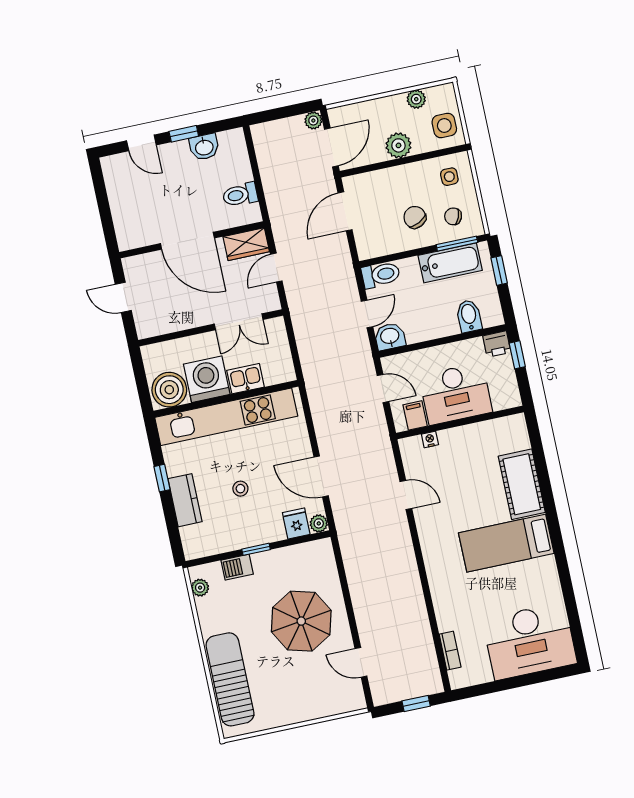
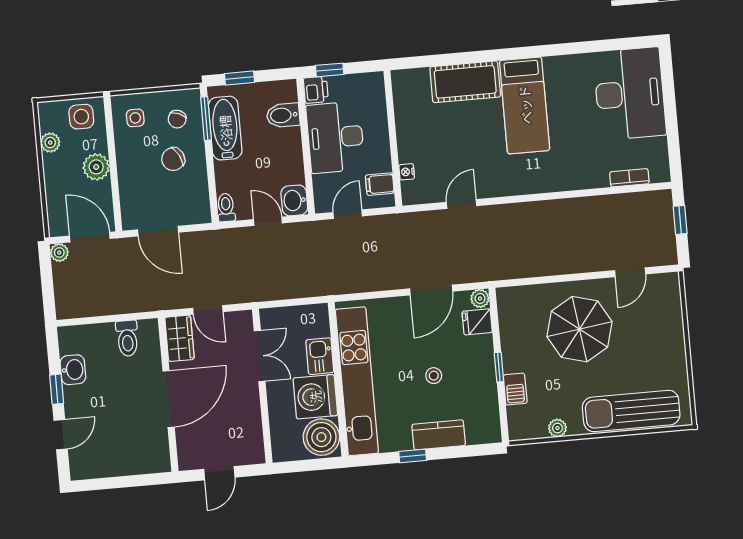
toilet: (381, 275) -> (226, 208), width x0.73, depth x0.72
desk: (456, 394) -> (335, 137), moved, turned 180
plant: (200, 588) -> (557, 428), moved

